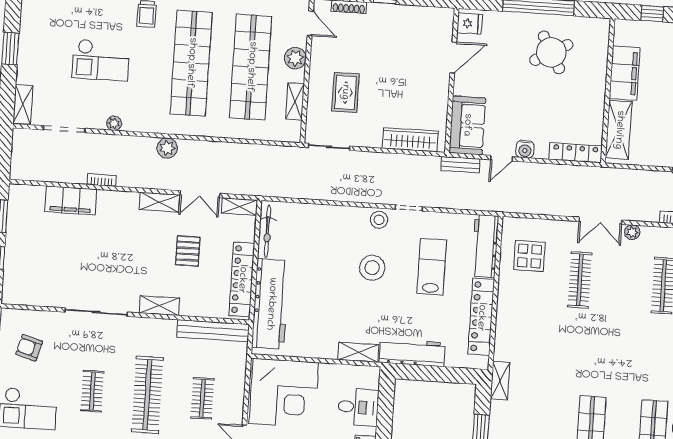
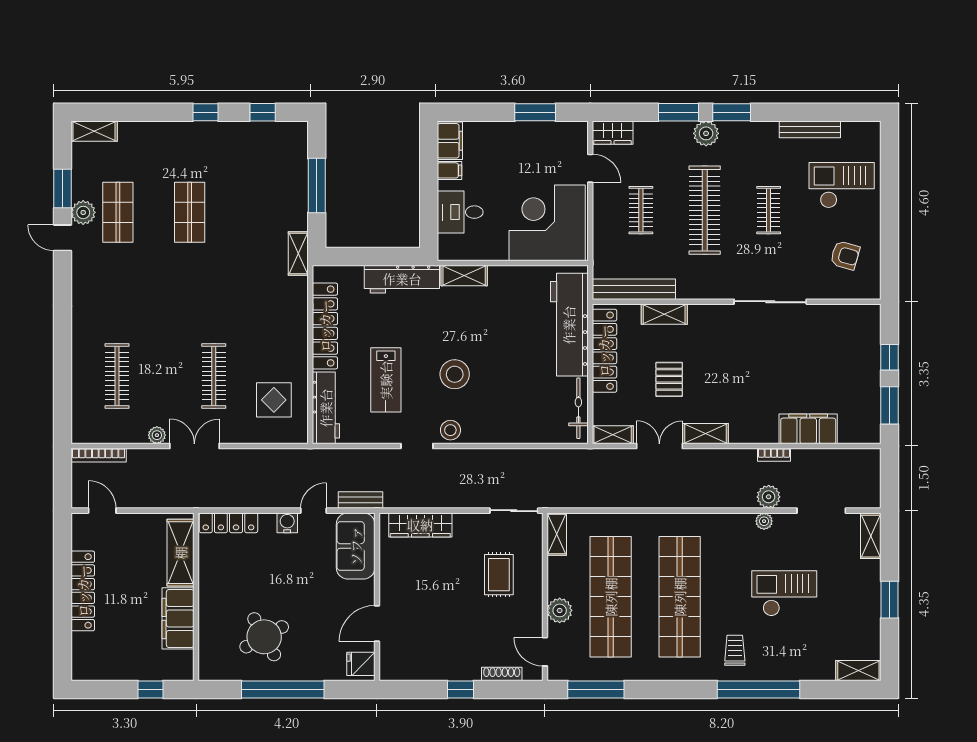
shelving: (295, 101) -> (557, 534), moved
plant: (167, 148) -> (769, 497), moved
shelving: (159, 306) -> (664, 314), moved

